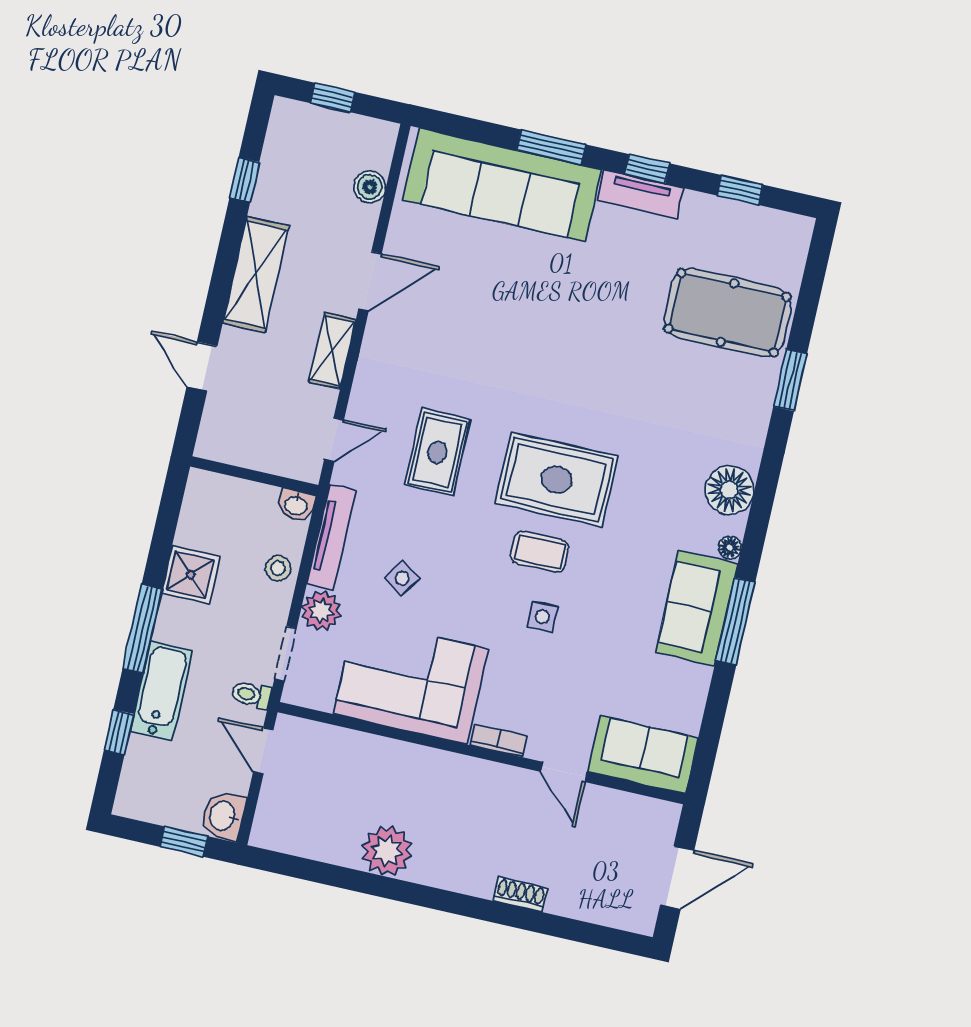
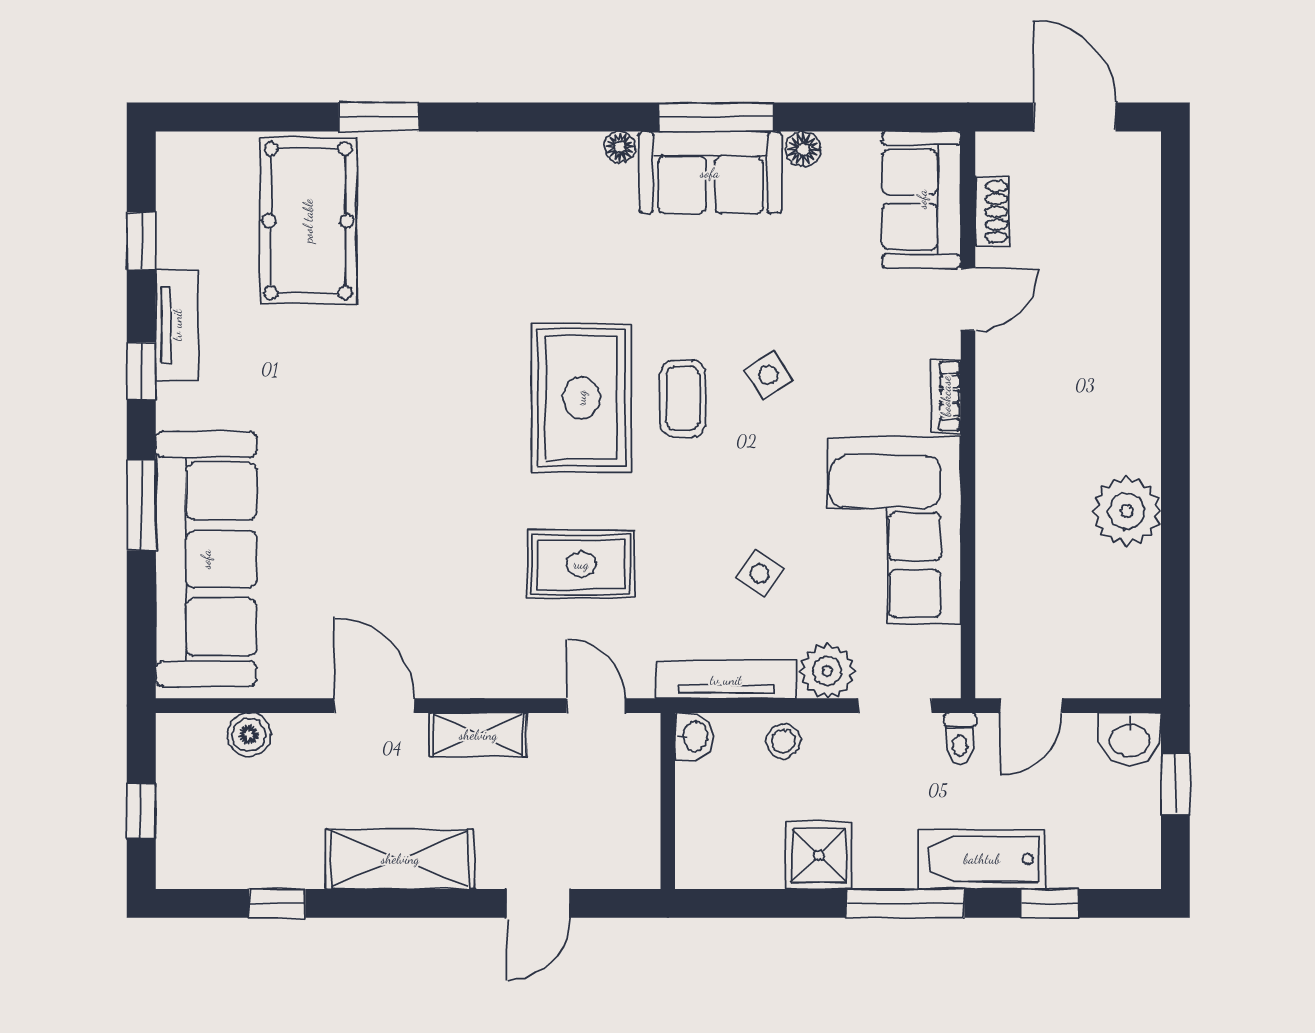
tv unit: (641, 194) -> (177, 325), moved
floor lamp: (729, 490) -> (803, 149), moved, width x0.53, depth x0.53
side table: (542, 617) -> (768, 375), turned -32
shoe rack: (520, 894) -> (992, 212), moved, turned 180

